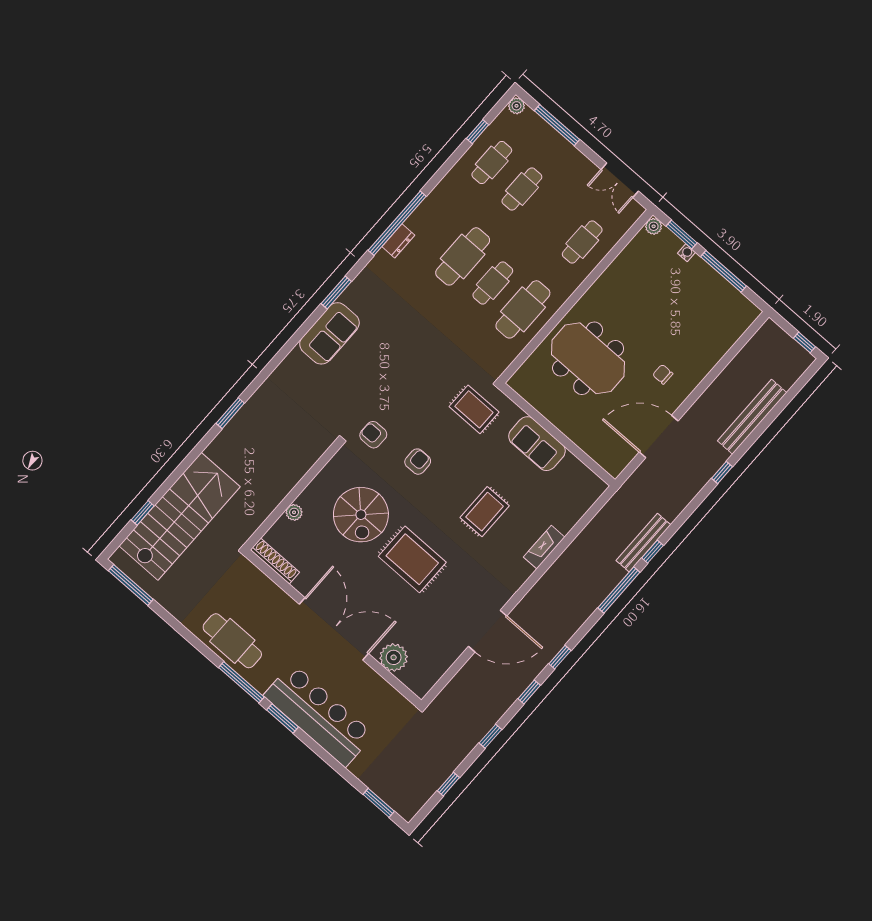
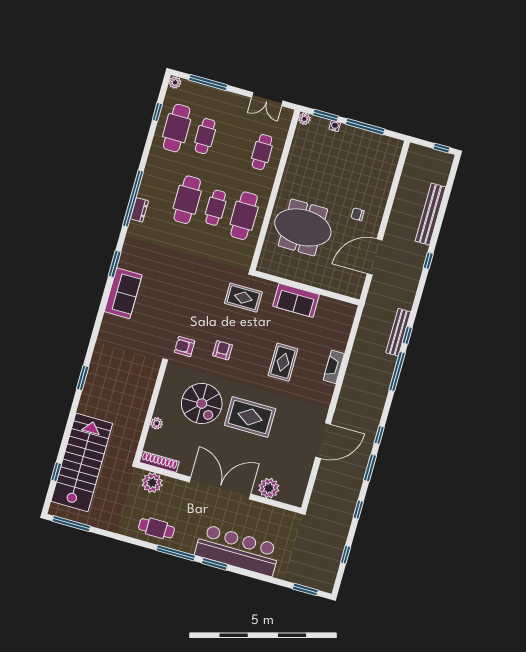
cafe table: (492, 163) -> (177, 128), width x1.37, depth x1.35
plant: (254, 582) -> (152, 483), added
cafe table: (232, 641) -> (156, 528), width x0.73, depth x0.74
window: (529, 692) -> (370, 468), width x1.50

